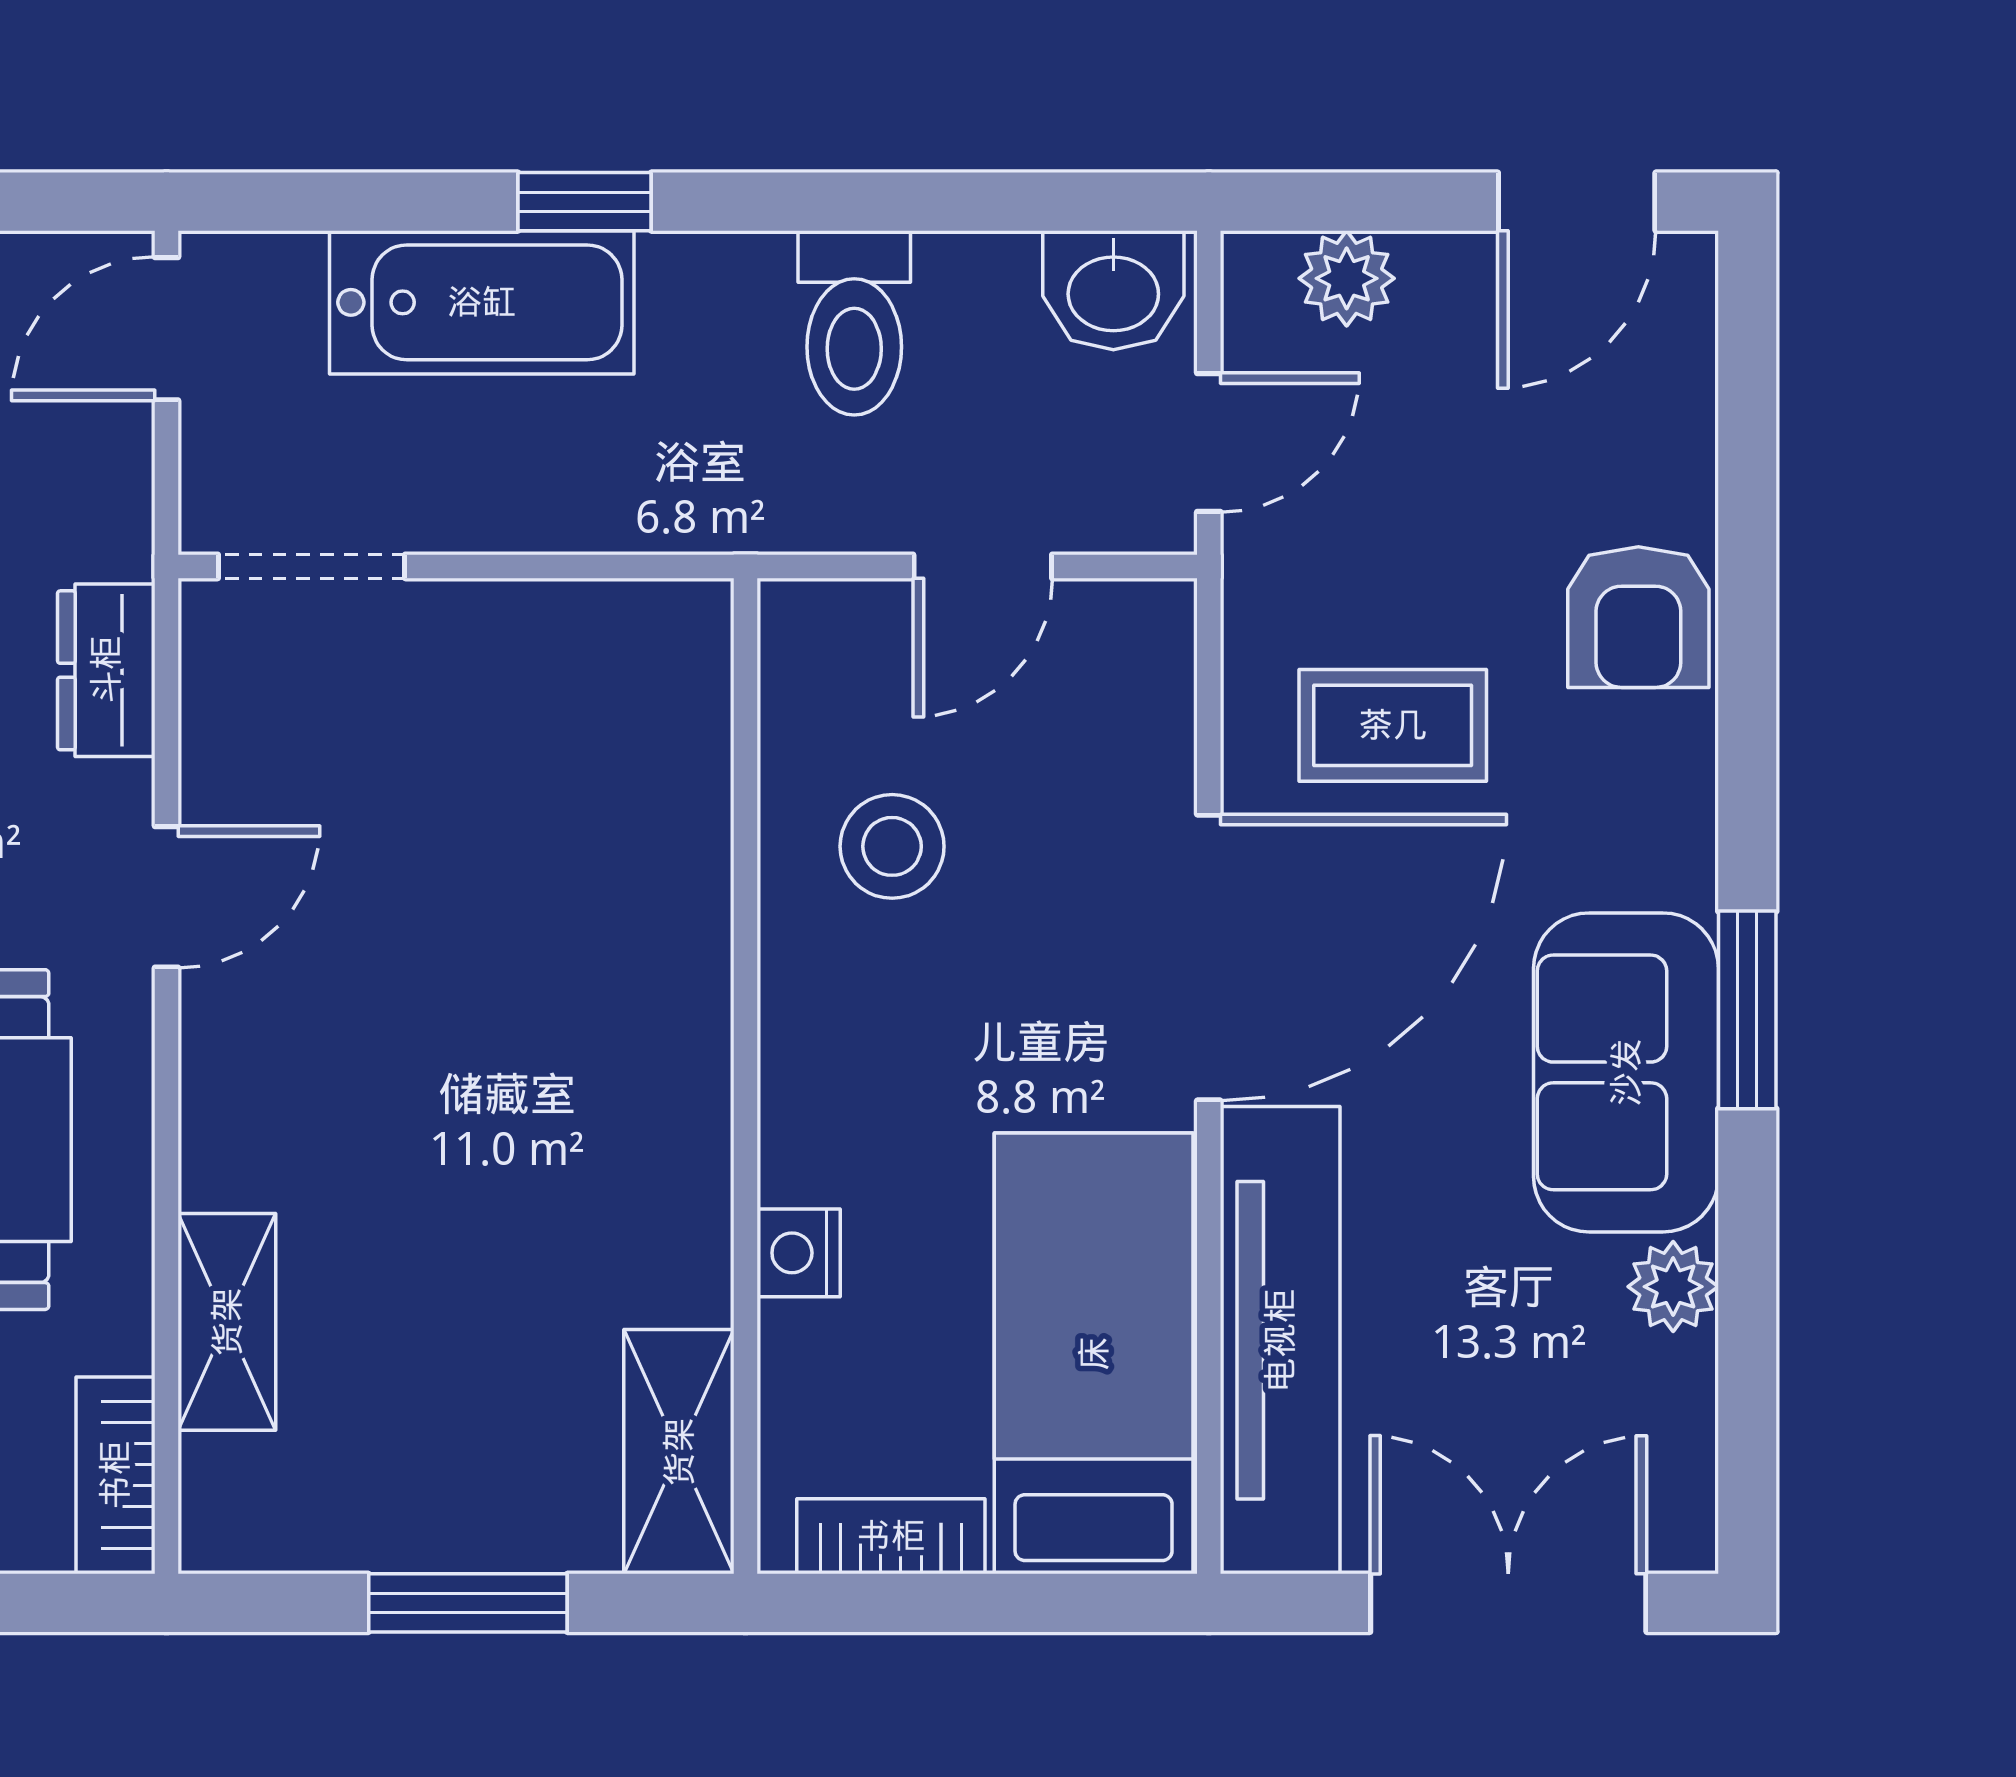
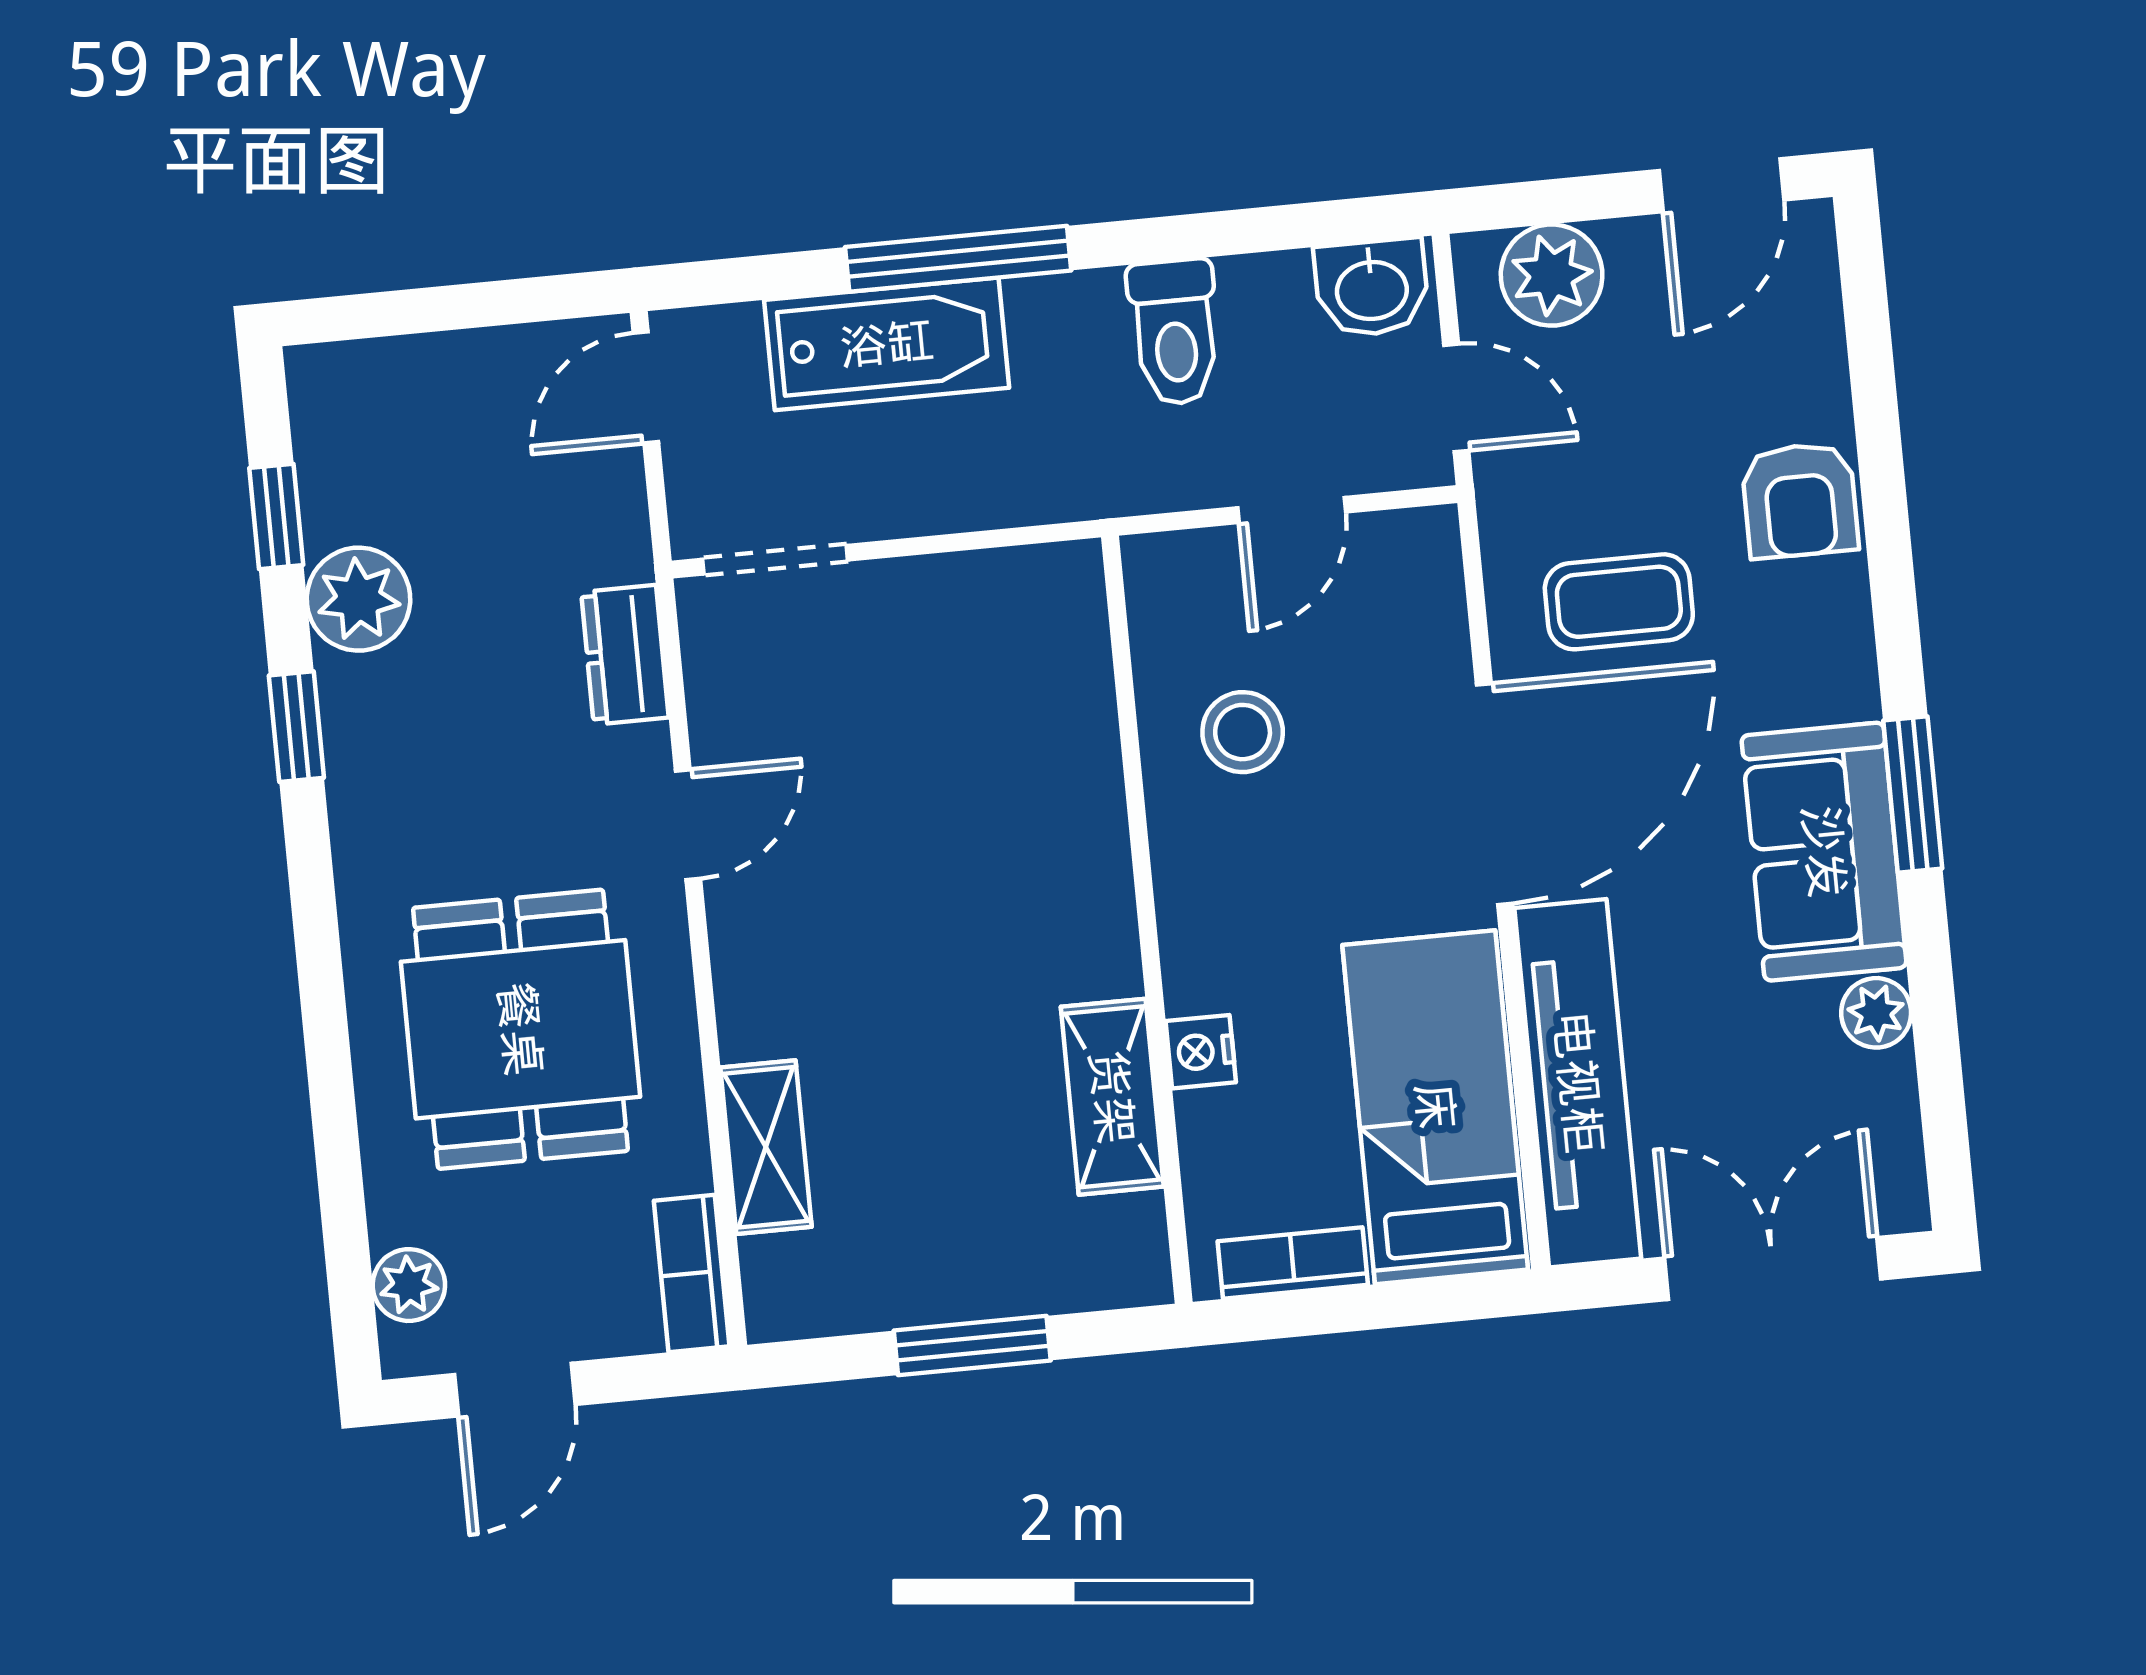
window: (585, 202) -> (958, 259), width x2.17
plant: (1347, 278) -> (1552, 275), width x1.38, depth x1.38
door: (1209, 443) -> (1456, 398), hinge flipped
shelving: (679, 1452) -> (1112, 1097), moved

